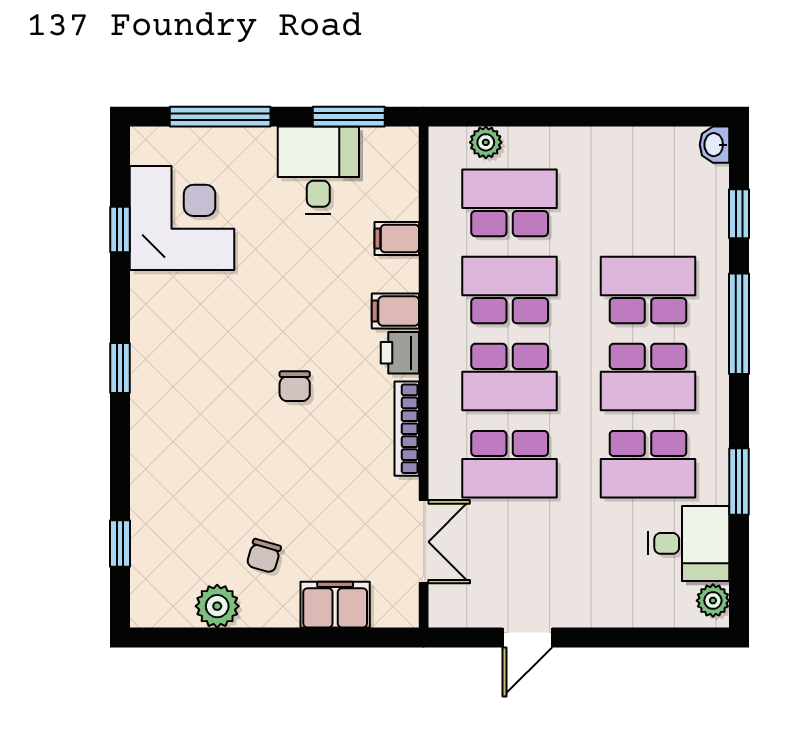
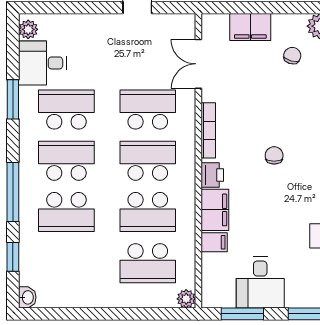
plant: (486, 142) -> (186, 299), moved
filing cabinet: (395, 311) -> (215, 210), width x2.00

